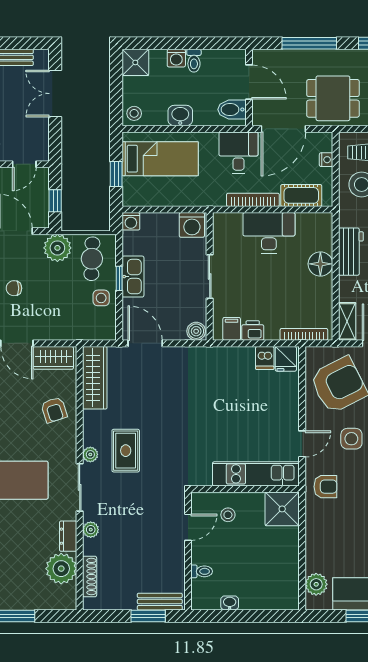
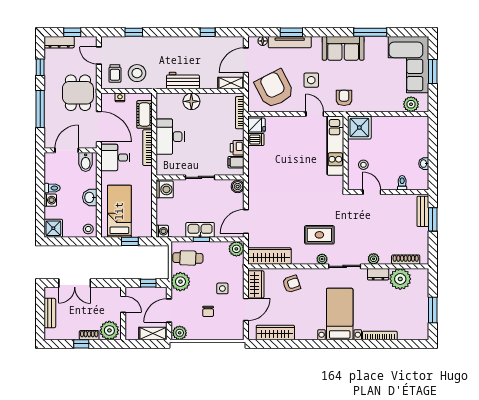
side table: (101, 298) -> (222, 288), moved
plant: (105, 330) -> (236, 249), added

